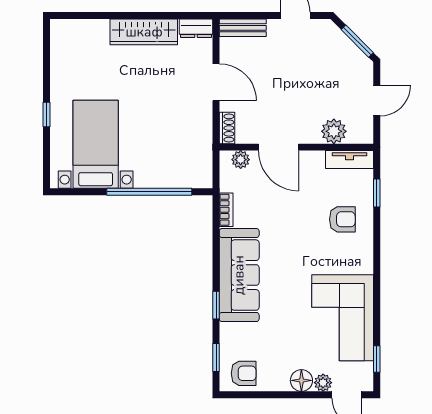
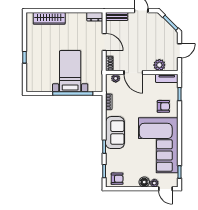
wardrobe: (144, 32) -> (49, 18), moved
bed with nightstands: (96, 144) -> (70, 71), moved
sofa: (239, 275) -> (115, 133), width x0.73
corner sofa: (343, 318) -> (158, 145), width x1.36, depth x1.36

